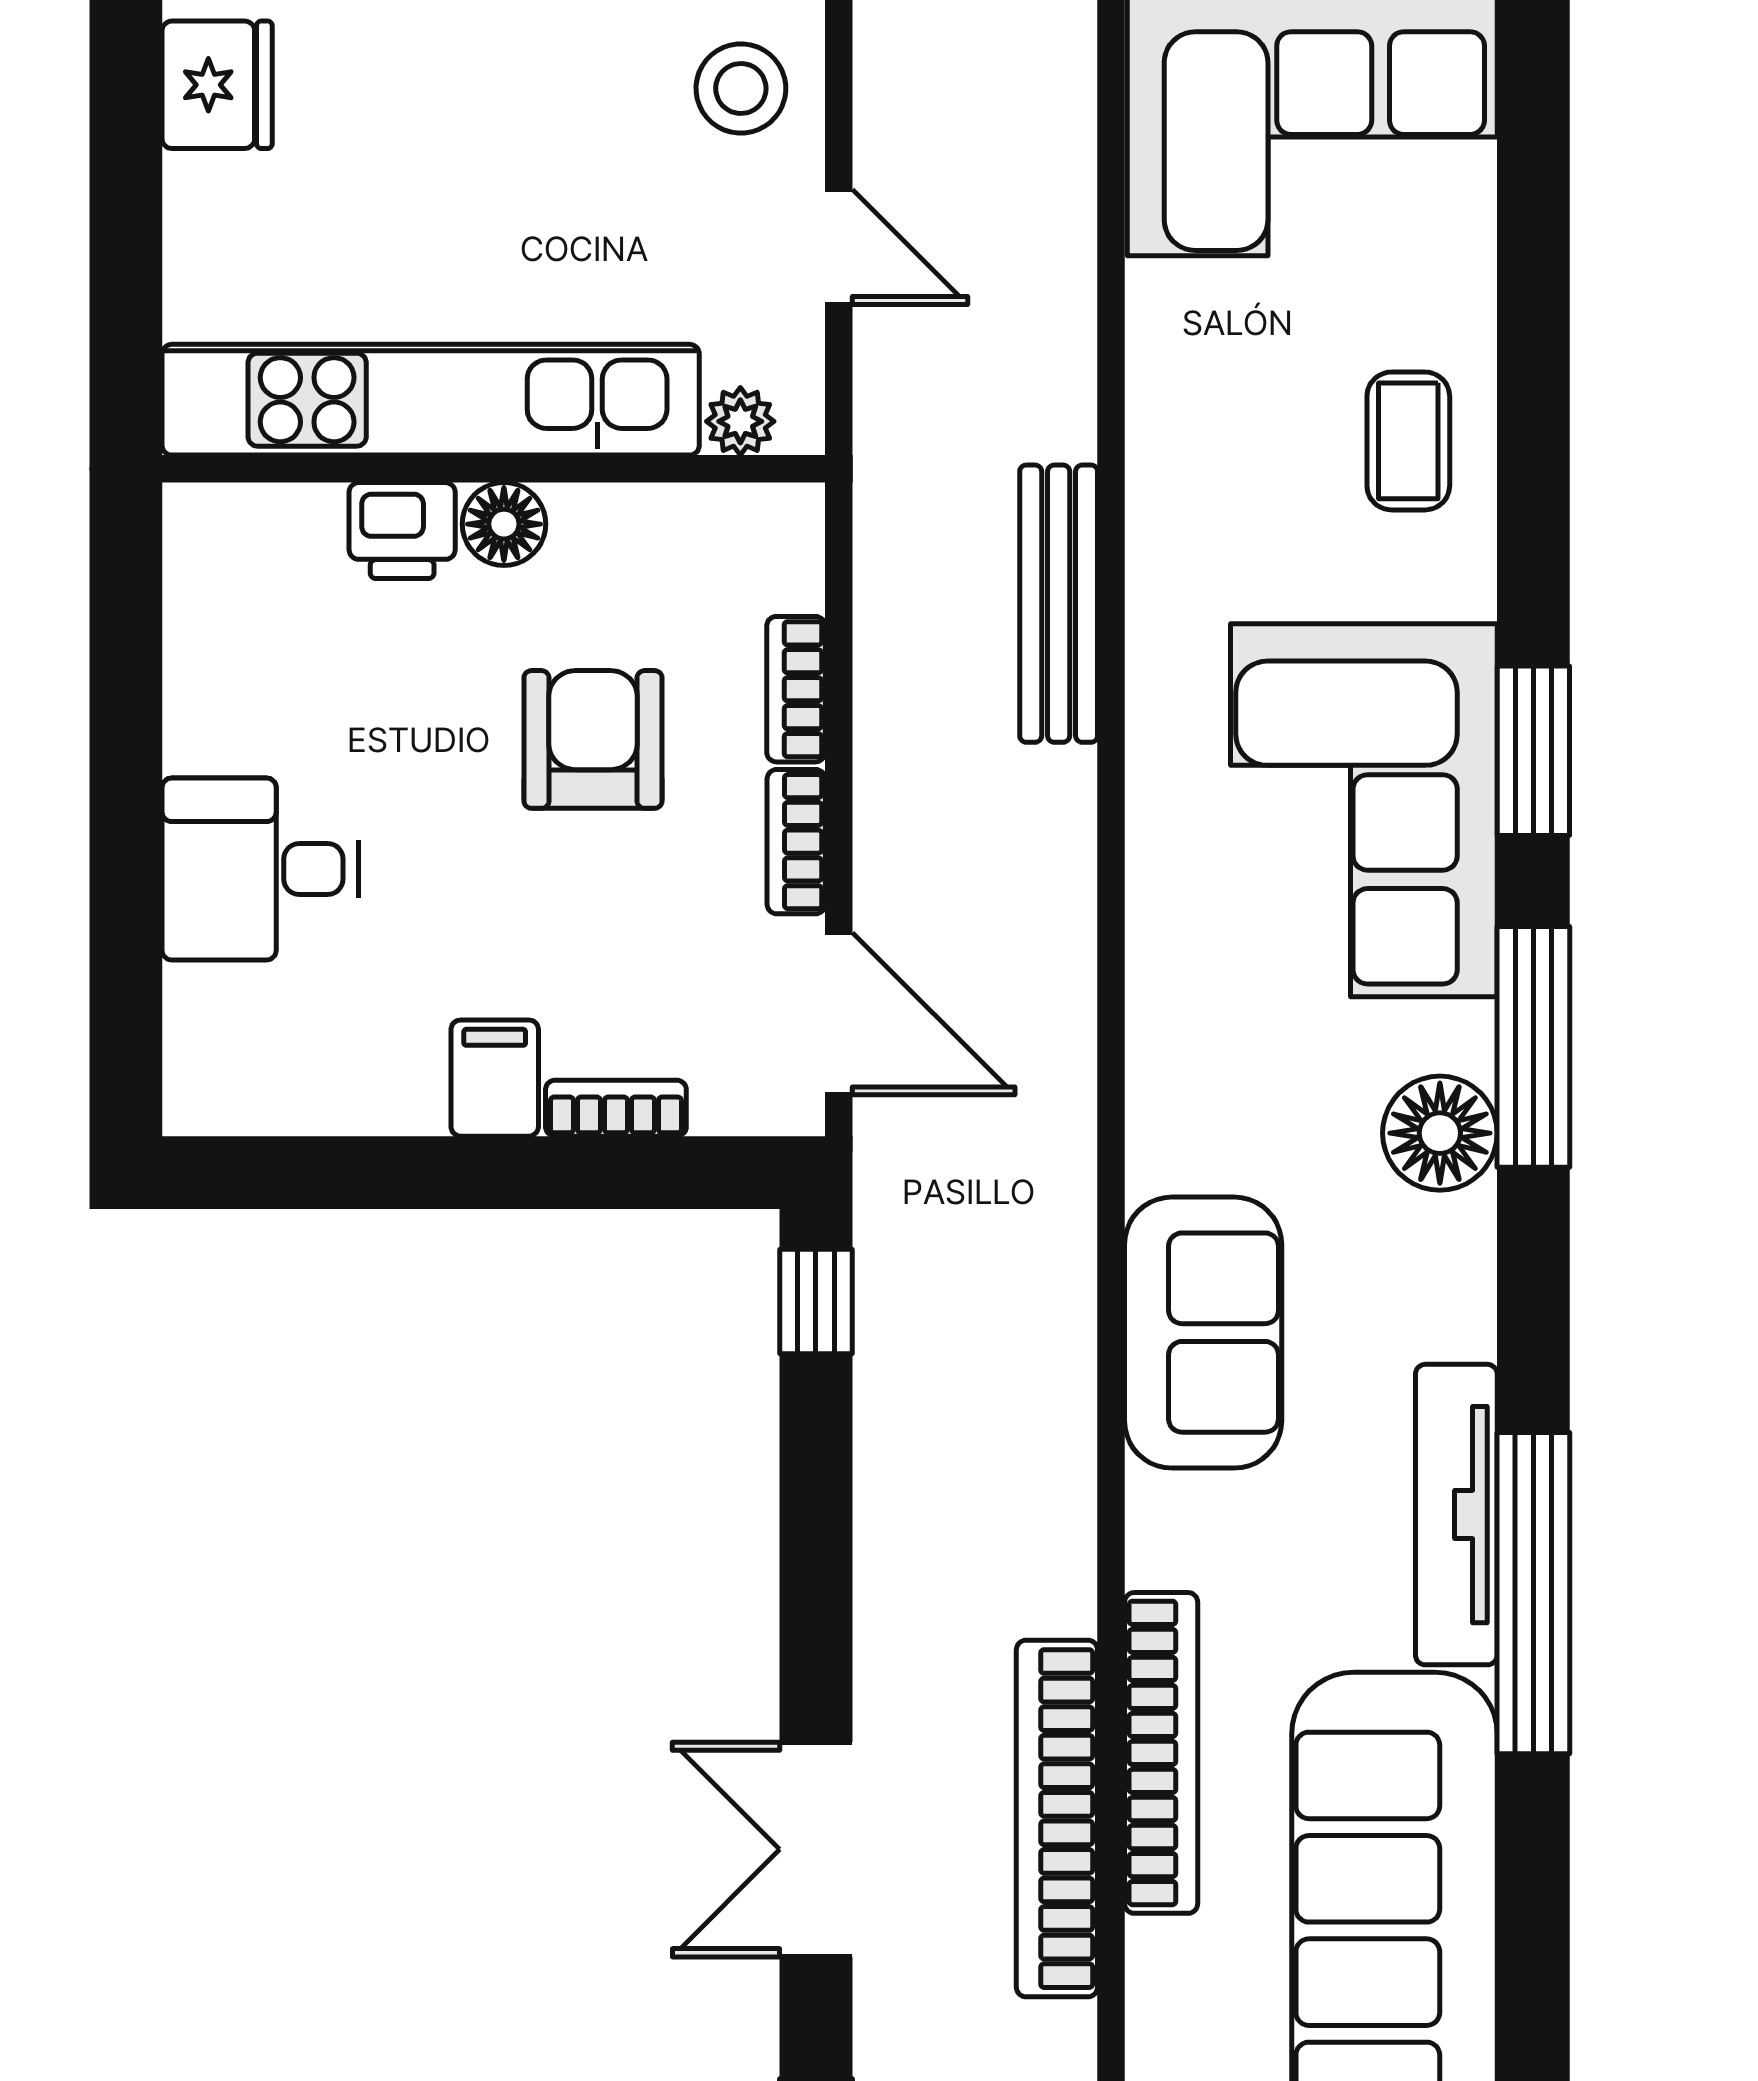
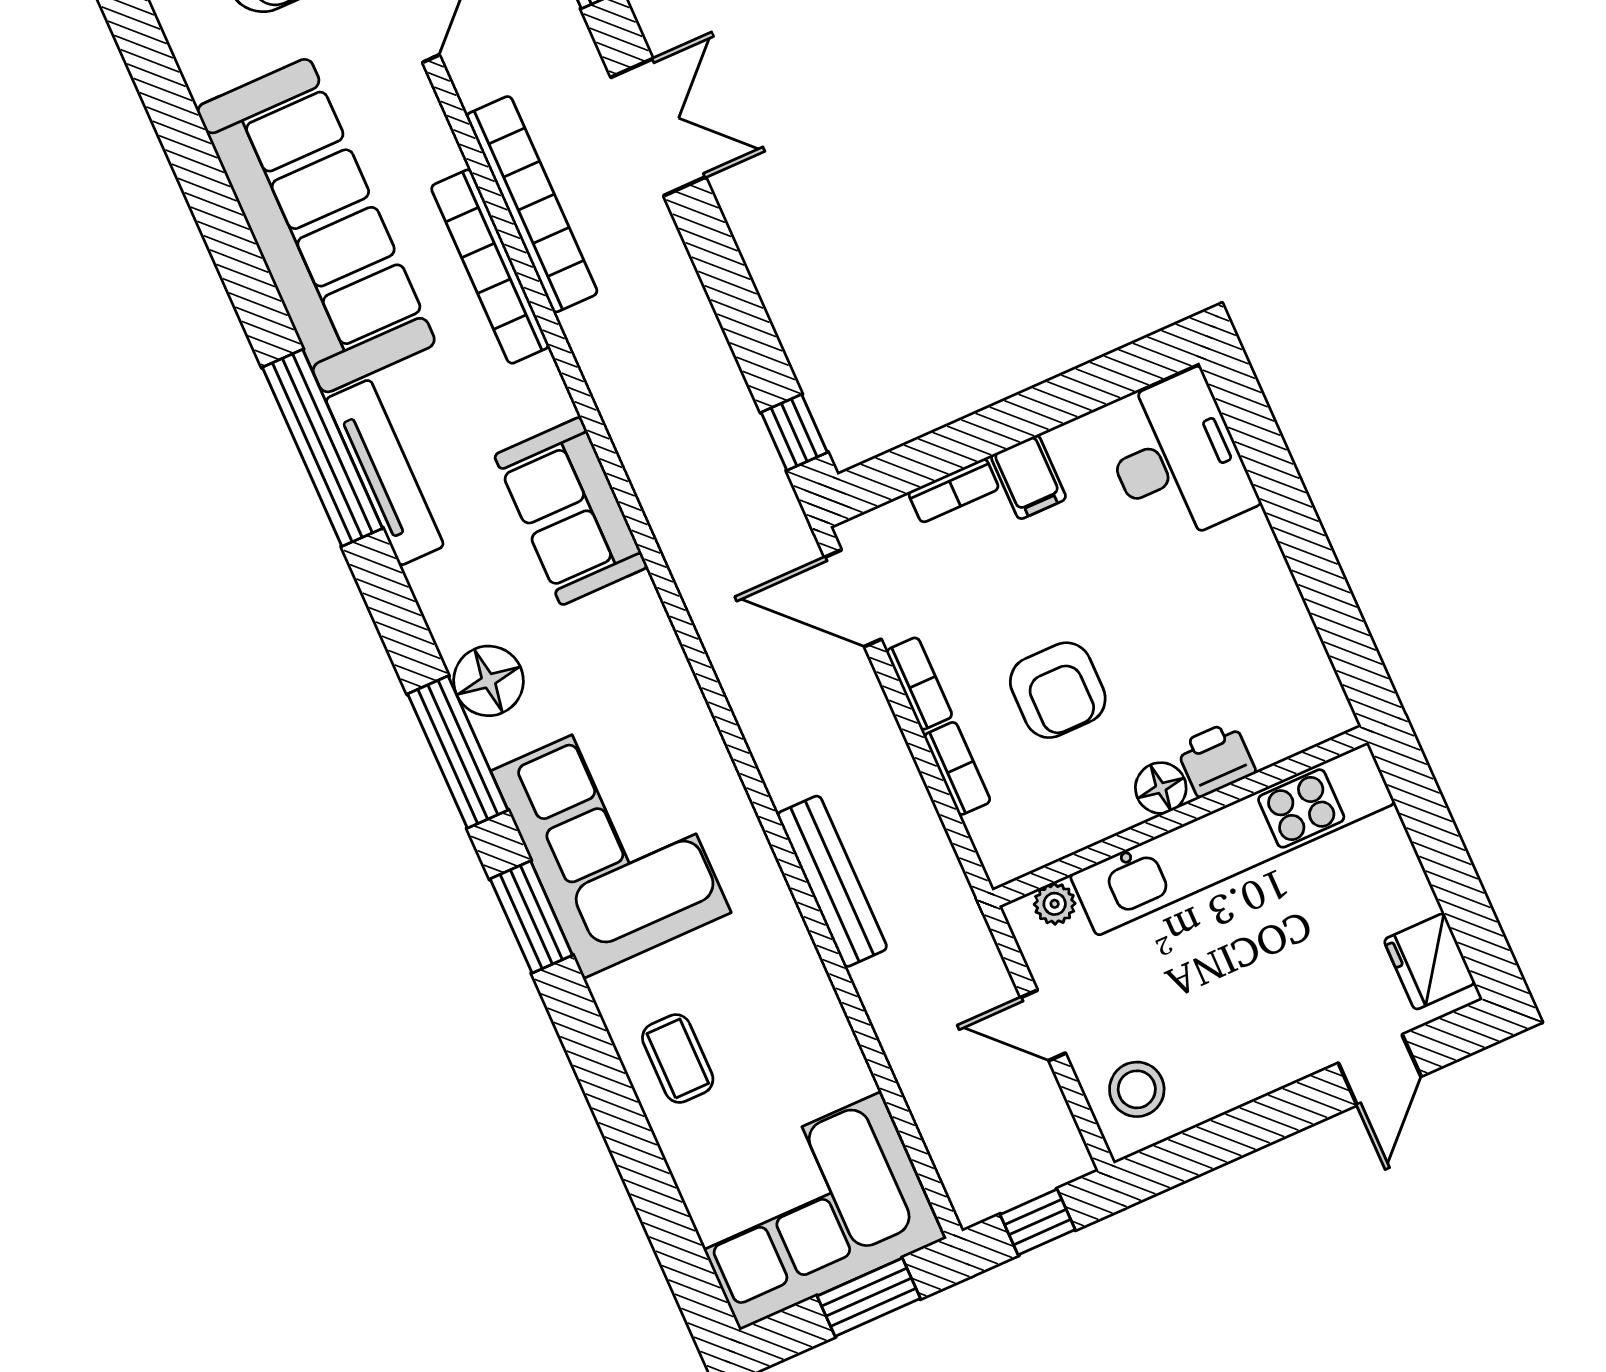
desk: (260, 869) -> (1177, 459), moved, width x1.37

